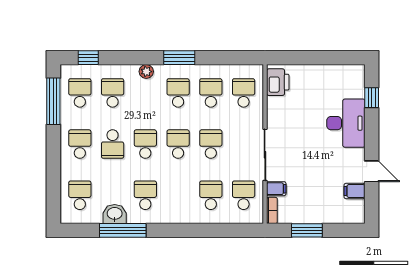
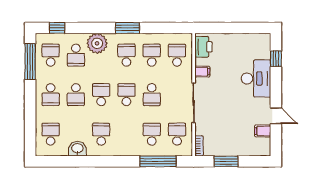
plant: (146, 72) -> (97, 43), width x1.87, depth x1.87
school desk: (113, 93) -> (76, 55), turned 180
school desk: (80, 144) -> (51, 95), turned 180
school desk: (211, 144) -> (152, 95), turned 180
filing cabinet: (276, 189) -> (202, 72), moved
window: (123, 230) -> (158, 161), moved

